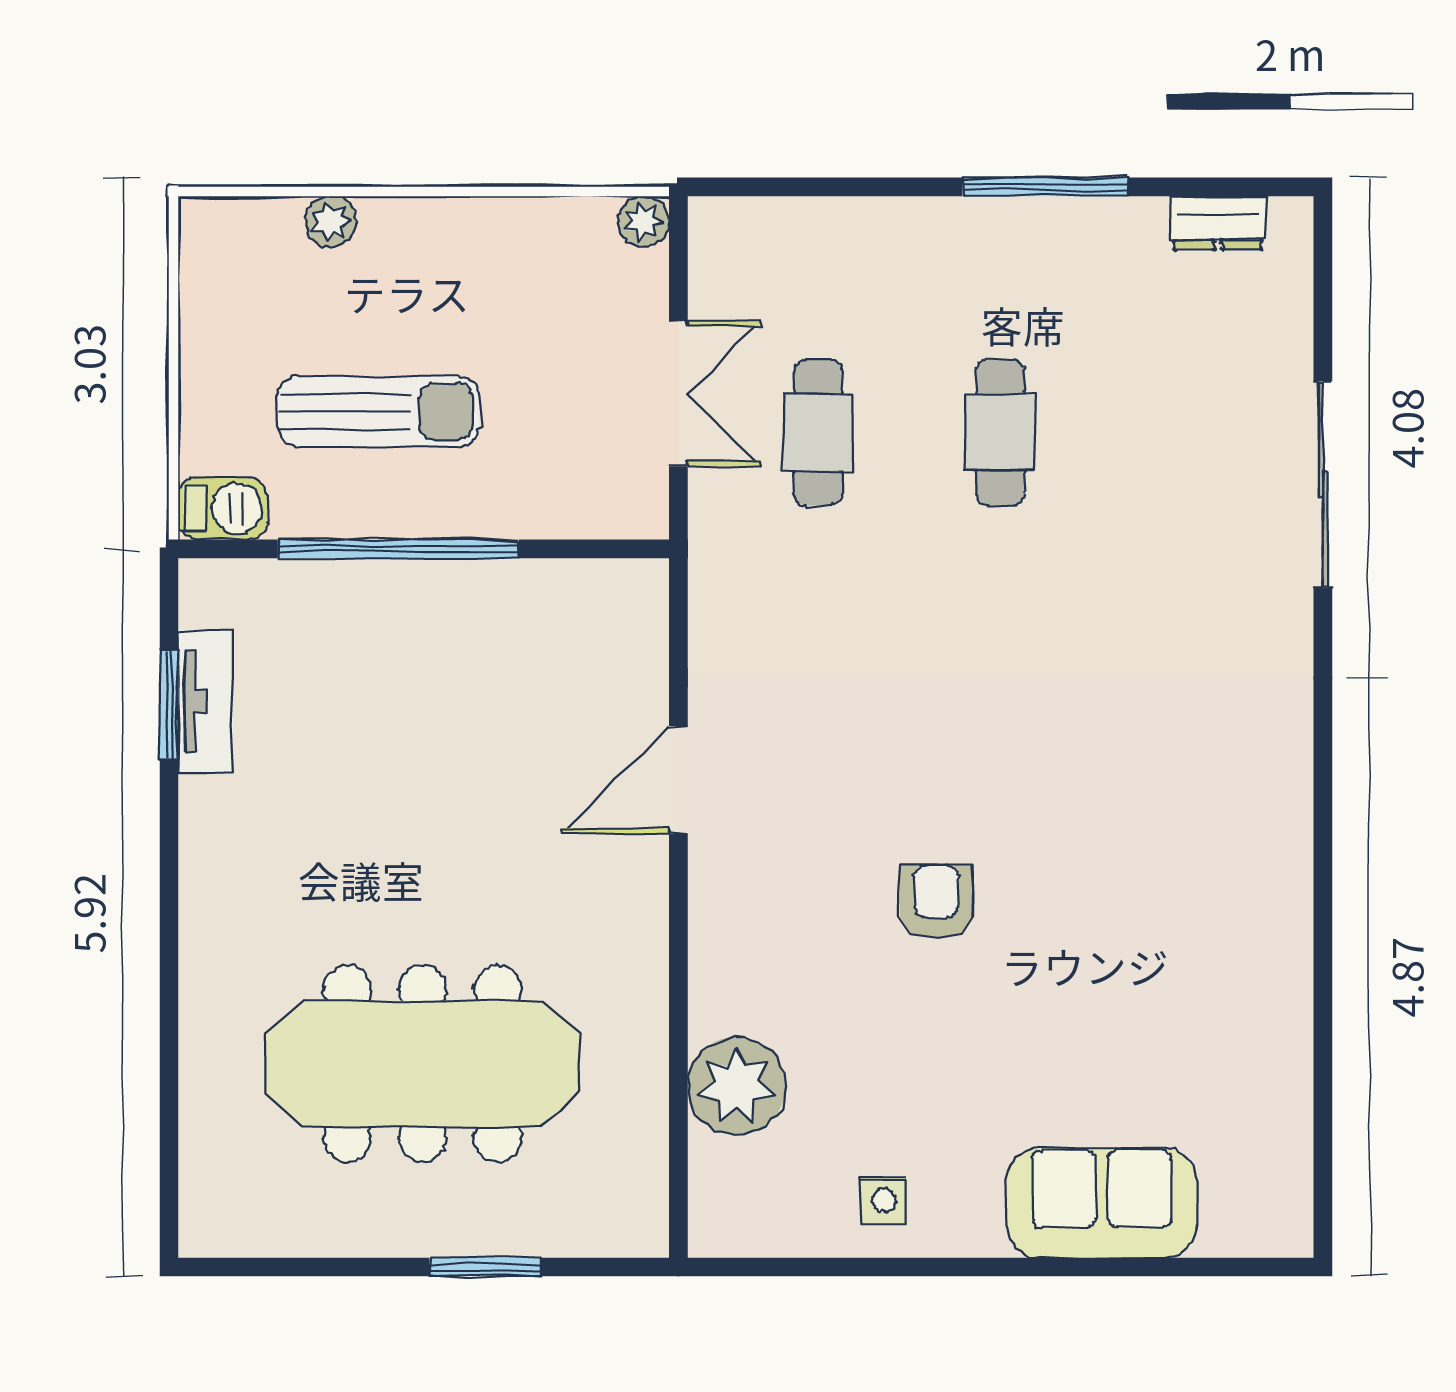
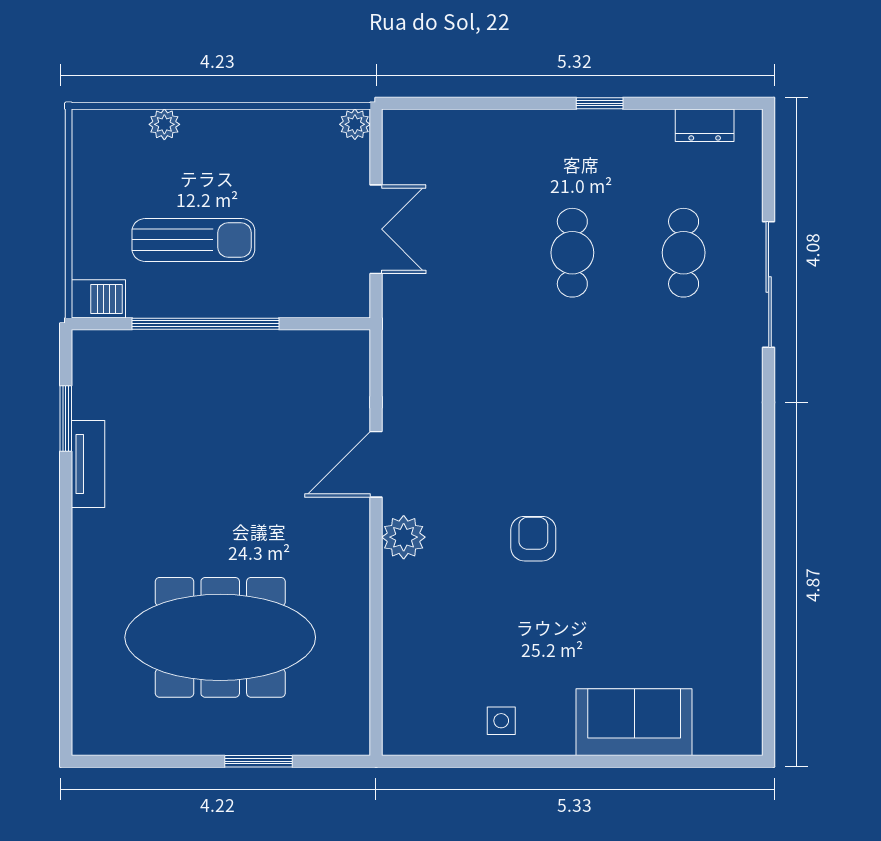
window: (1045, 187) -> (600, 103), width x0.46
cafe table: (818, 432) -> (684, 253), moved
tv unit: (206, 701) -> (88, 464), moved
plant: (737, 1086) -> (404, 537), moved, width x0.73, depth x0.73

